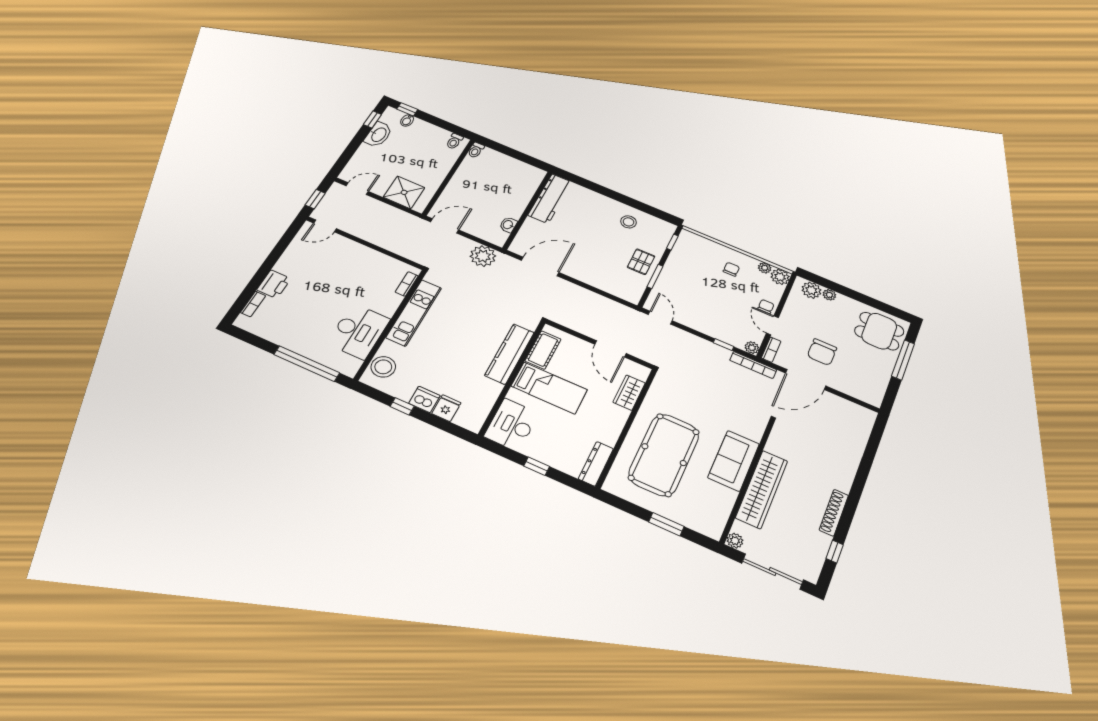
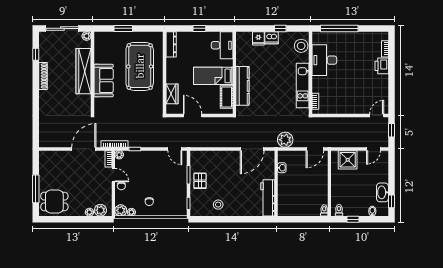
window: (407, 109) -> (353, 219), moved
chair: (822, 352) -> (81, 171), removed

